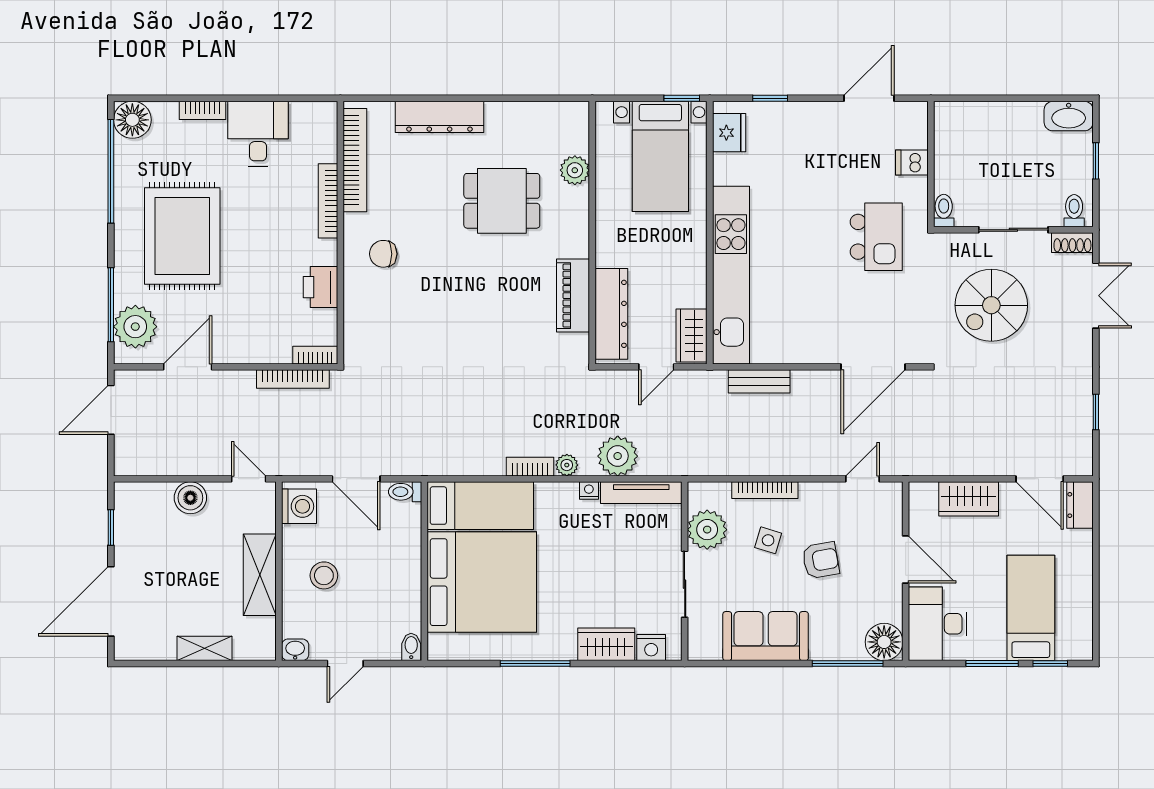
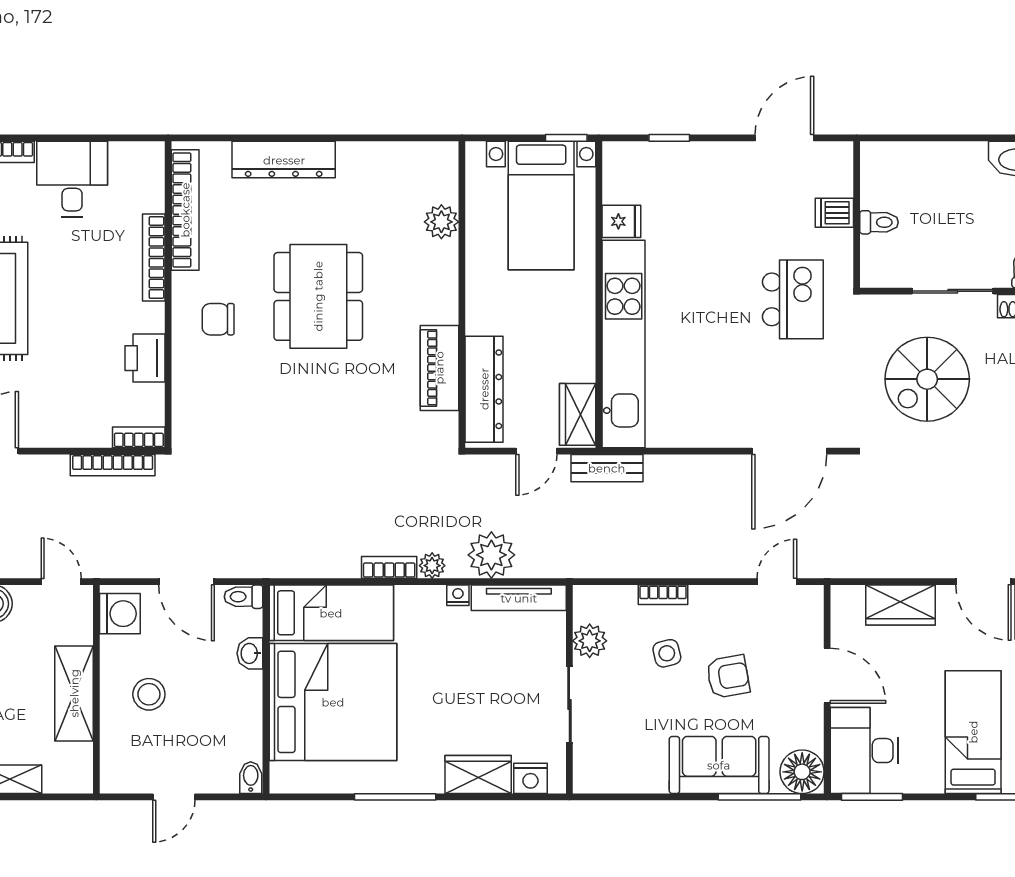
fridge: (729, 133) -> (621, 221), moved, width x0.72
dining table: (502, 201) -> (318, 296), moved, width x1.38
toilet: (944, 211) -> (879, 222), moved, turned 90
bench: (759, 381) -> (607, 468), moved
bookcase: (765, 490) -> (663, 595), width x0.64
plant: (707, 530) -> (590, 641), width x0.73, depth x0.73
side table: (768, 540) -> (667, 653), turned -31
sofa: (766, 636) -> (719, 765), moved
washbasin: (295, 650) -> (250, 653), moved, turned -90
window: (992, 664) -> (872, 797), moved

